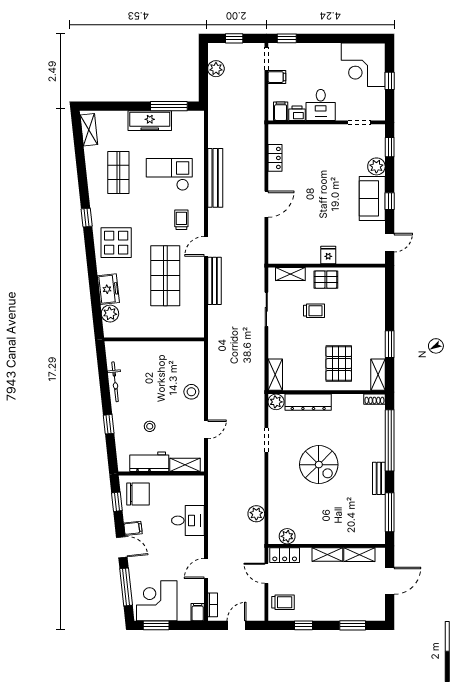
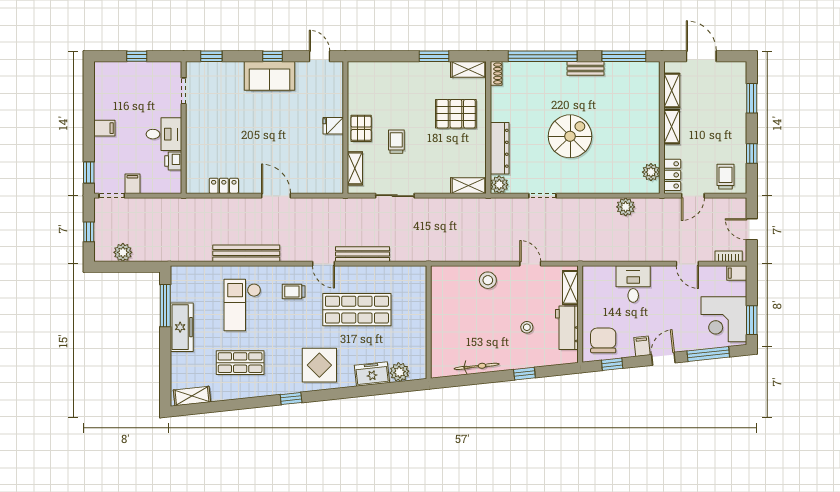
corner desk: (363, 65) -> (118, 86), removed
filing cabinet: (281, 111) -> (104, 128), moved, turned 180
plant: (376, 166) -> (233, 71), removed

